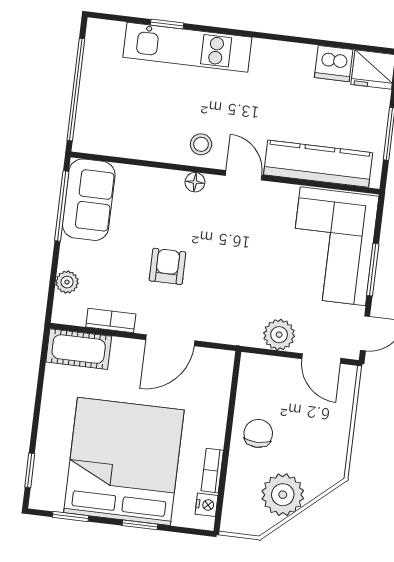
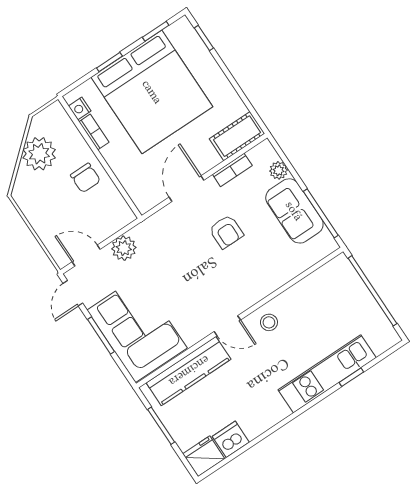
floor lamp: (195, 182) -> (253, 296), removed
sofa: (89, 200) -> (294, 211), moved

